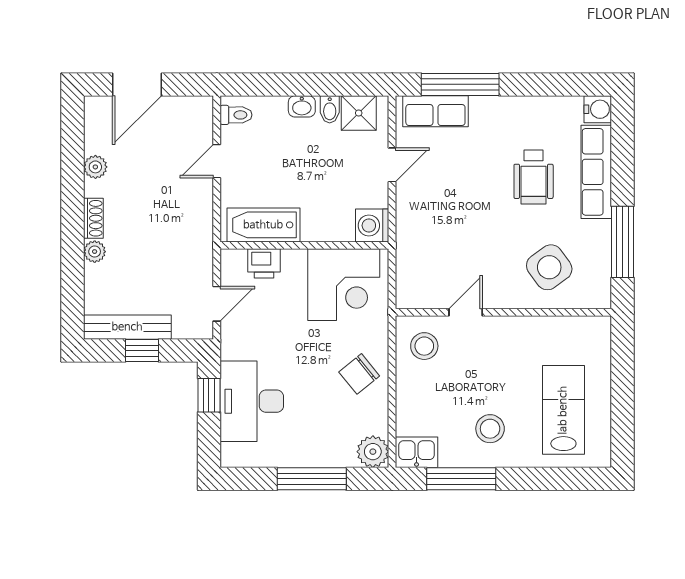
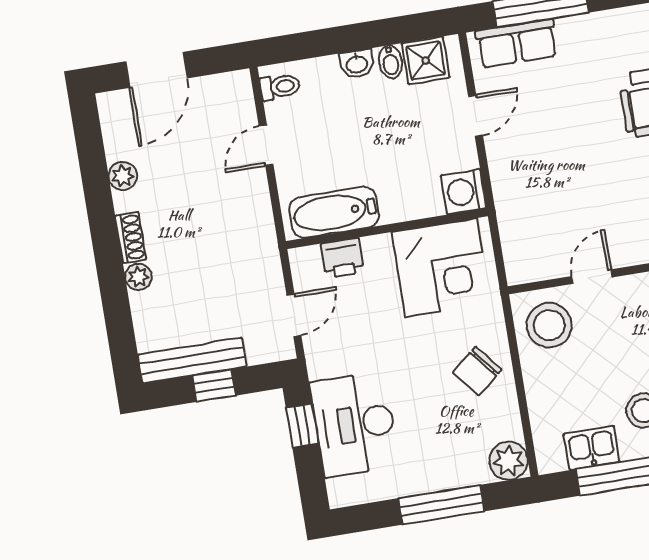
stool: (424, 346) -> (549, 325), width x1.38, depth x1.38
kitchen sink: (417, 452) -> (592, 448), moved

